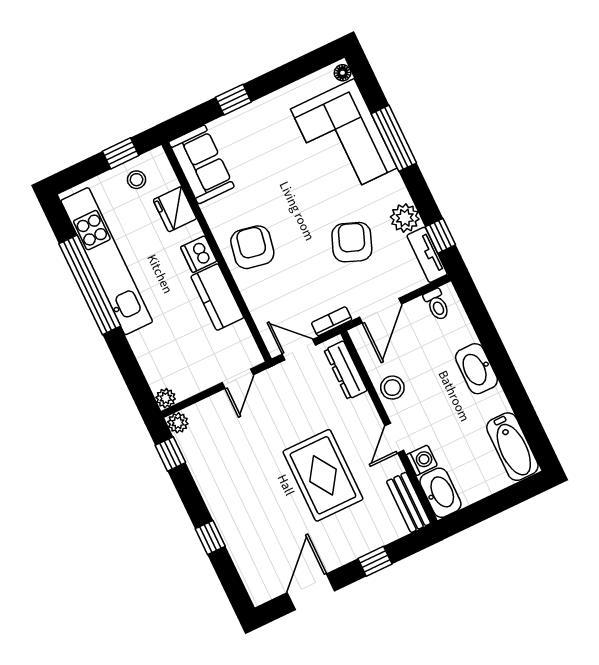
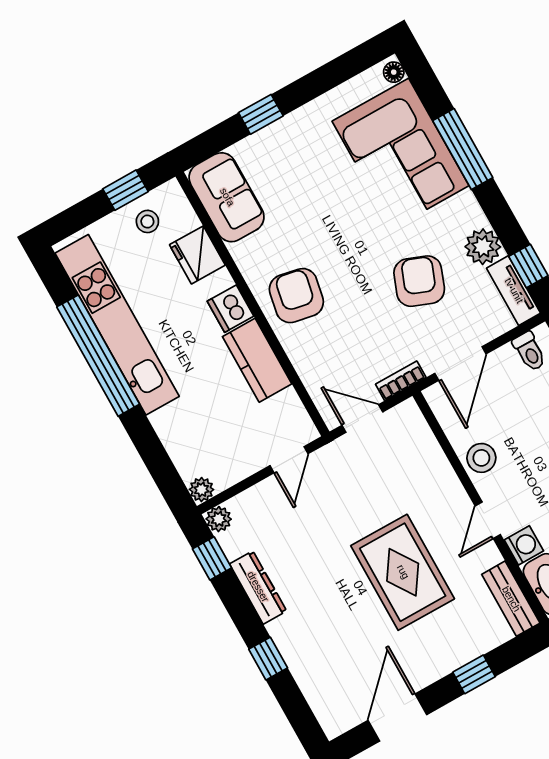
dresser: (346, 370) -> (258, 587), moved, turned 180

